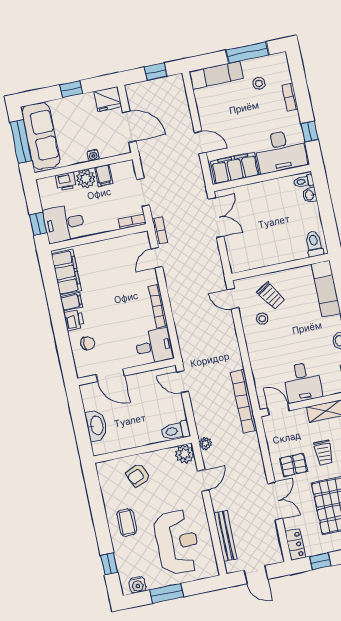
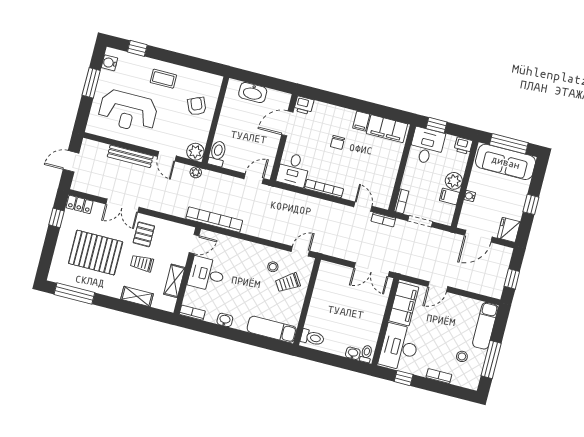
printer: (66, 181) -> (463, 146), moved, turned -90
printer: (74, 320) -> (304, 105), moved
chair: (88, 343) -> (337, 142), moved
bench: (225, 536) -> (130, 156), moved

